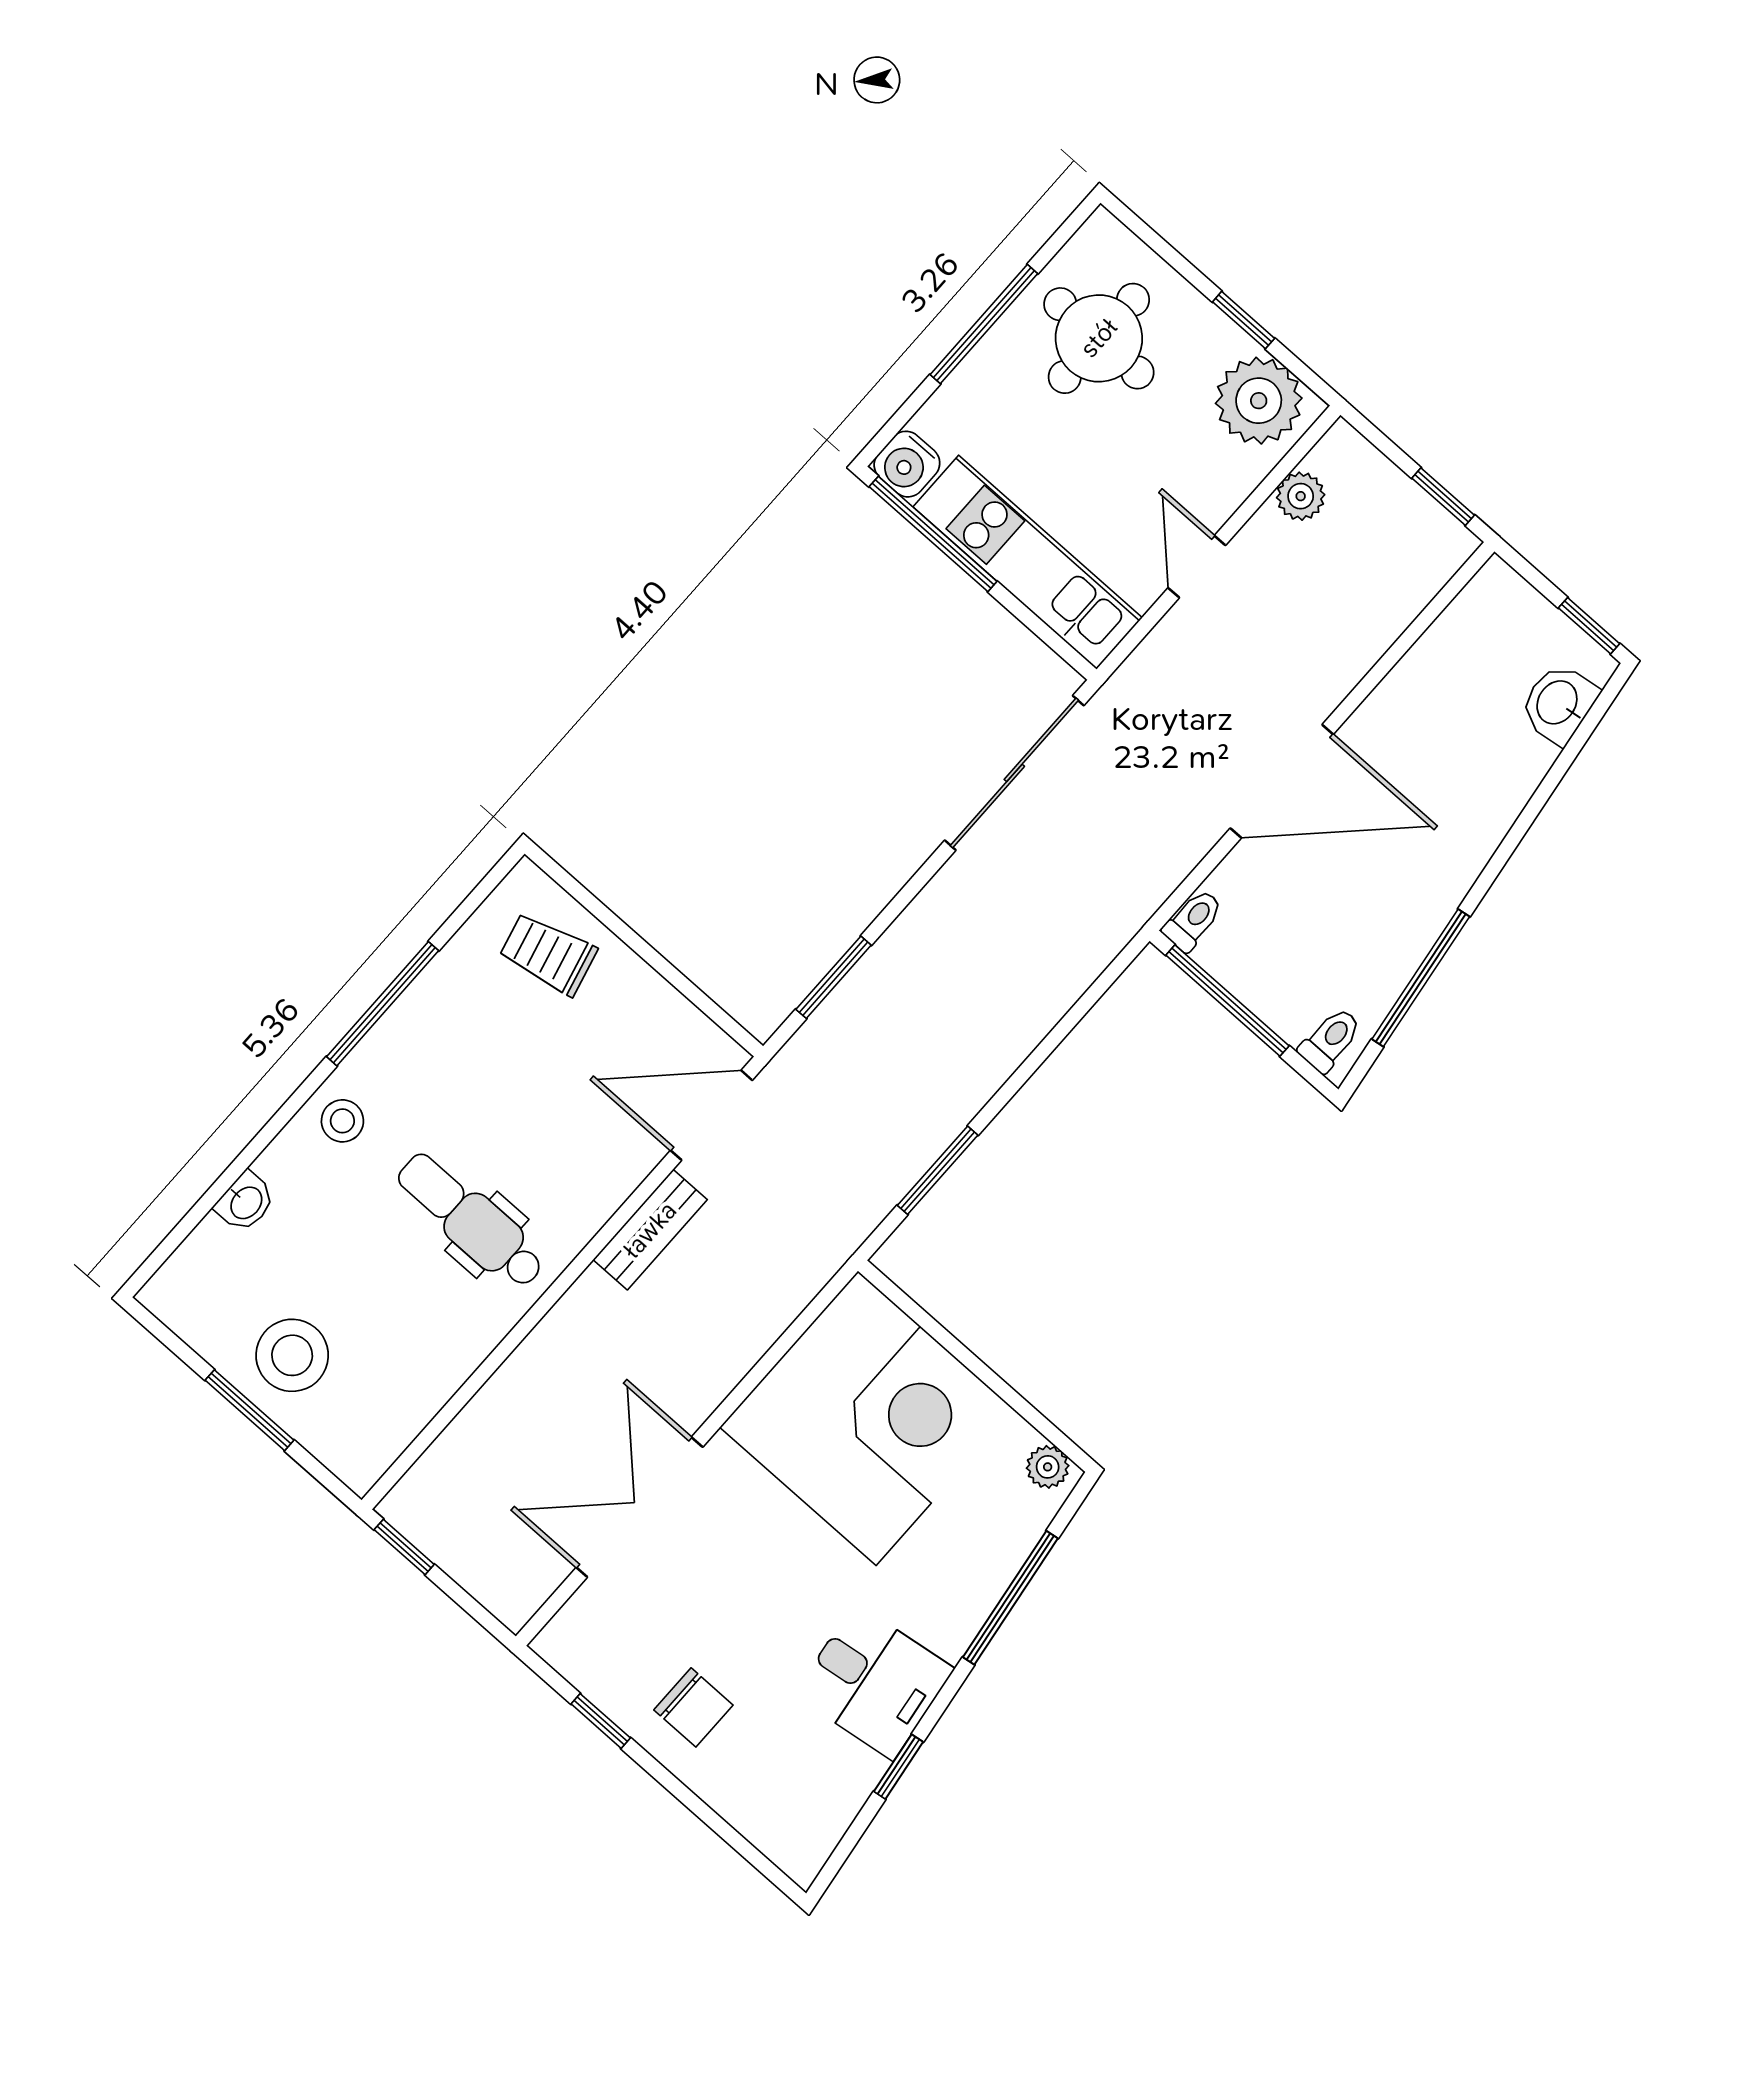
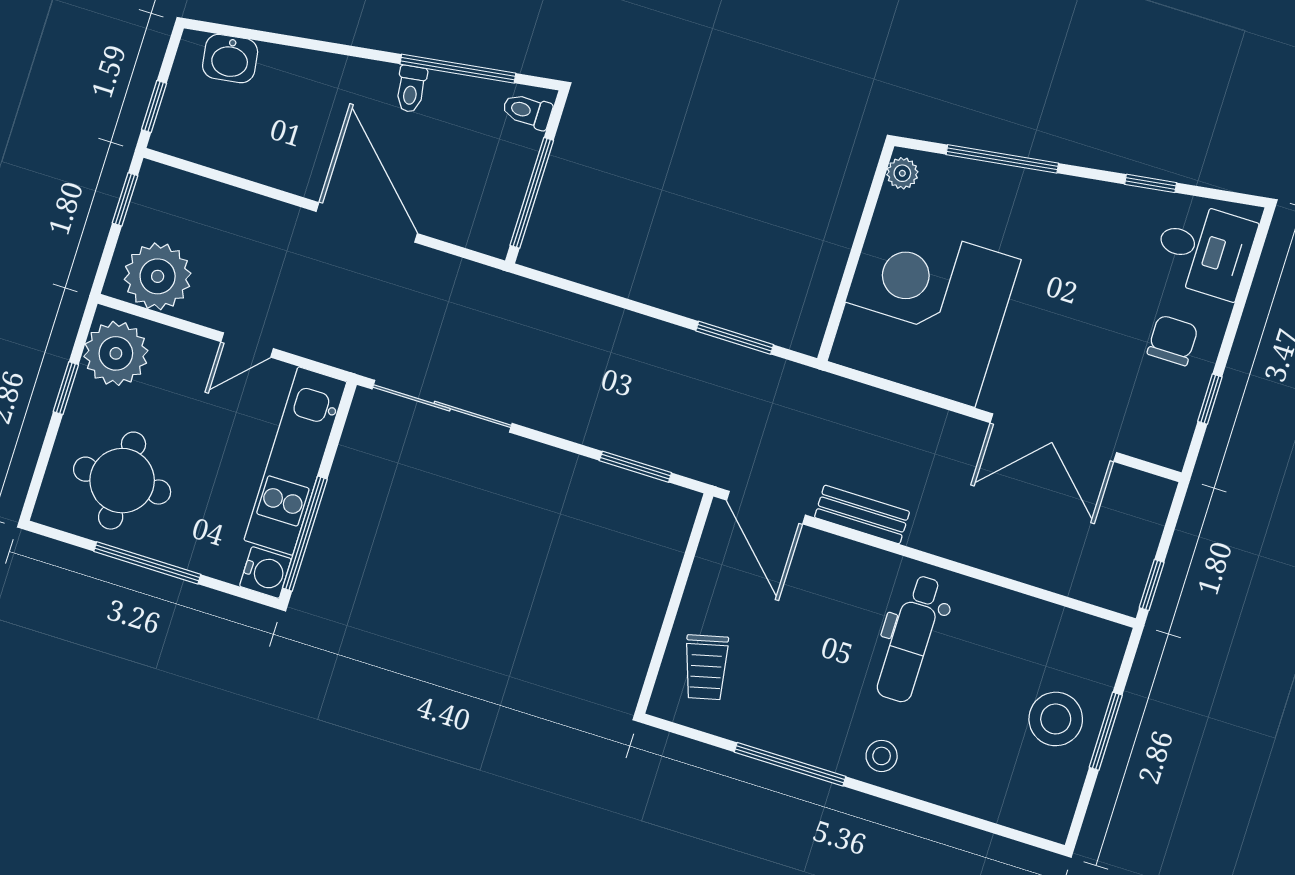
plant: (1301, 496) -> (158, 276), width x1.88, depth x1.88
window: (1589, 626) -> (154, 107), moved
toilet: (1193, 920) -> (411, 89), moved, turned -98
washbasin: (245, 1202) -> (966, 797), removed
desk: (874, 1682) -> (1204, 250), moved, turned 98

